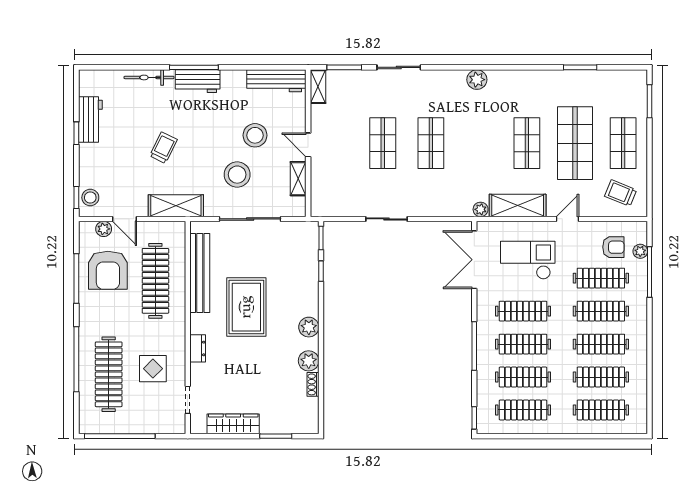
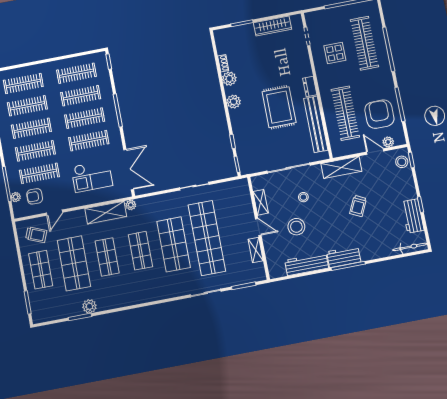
bicycle: (149, 77) -> (410, 247), moved
plant: (477, 80) -> (89, 306), moved
workbench: (276, 81) -> (307, 264), moved
shelving: (318, 87) -> (256, 250), moved
shop shelf: (383, 143) -> (207, 238), width x2.00, depth x1.36
shop shelf: (431, 143) -> (174, 244), width x1.43, depth x1.36
shop shelf: (479, 143) -> (140, 251), added
stool: (237, 175) -> (303, 197), width x0.53, depth x0.53
door: (567, 219) -> (54, 213), moved
dresser: (198, 348) -> (310, 87), moved

